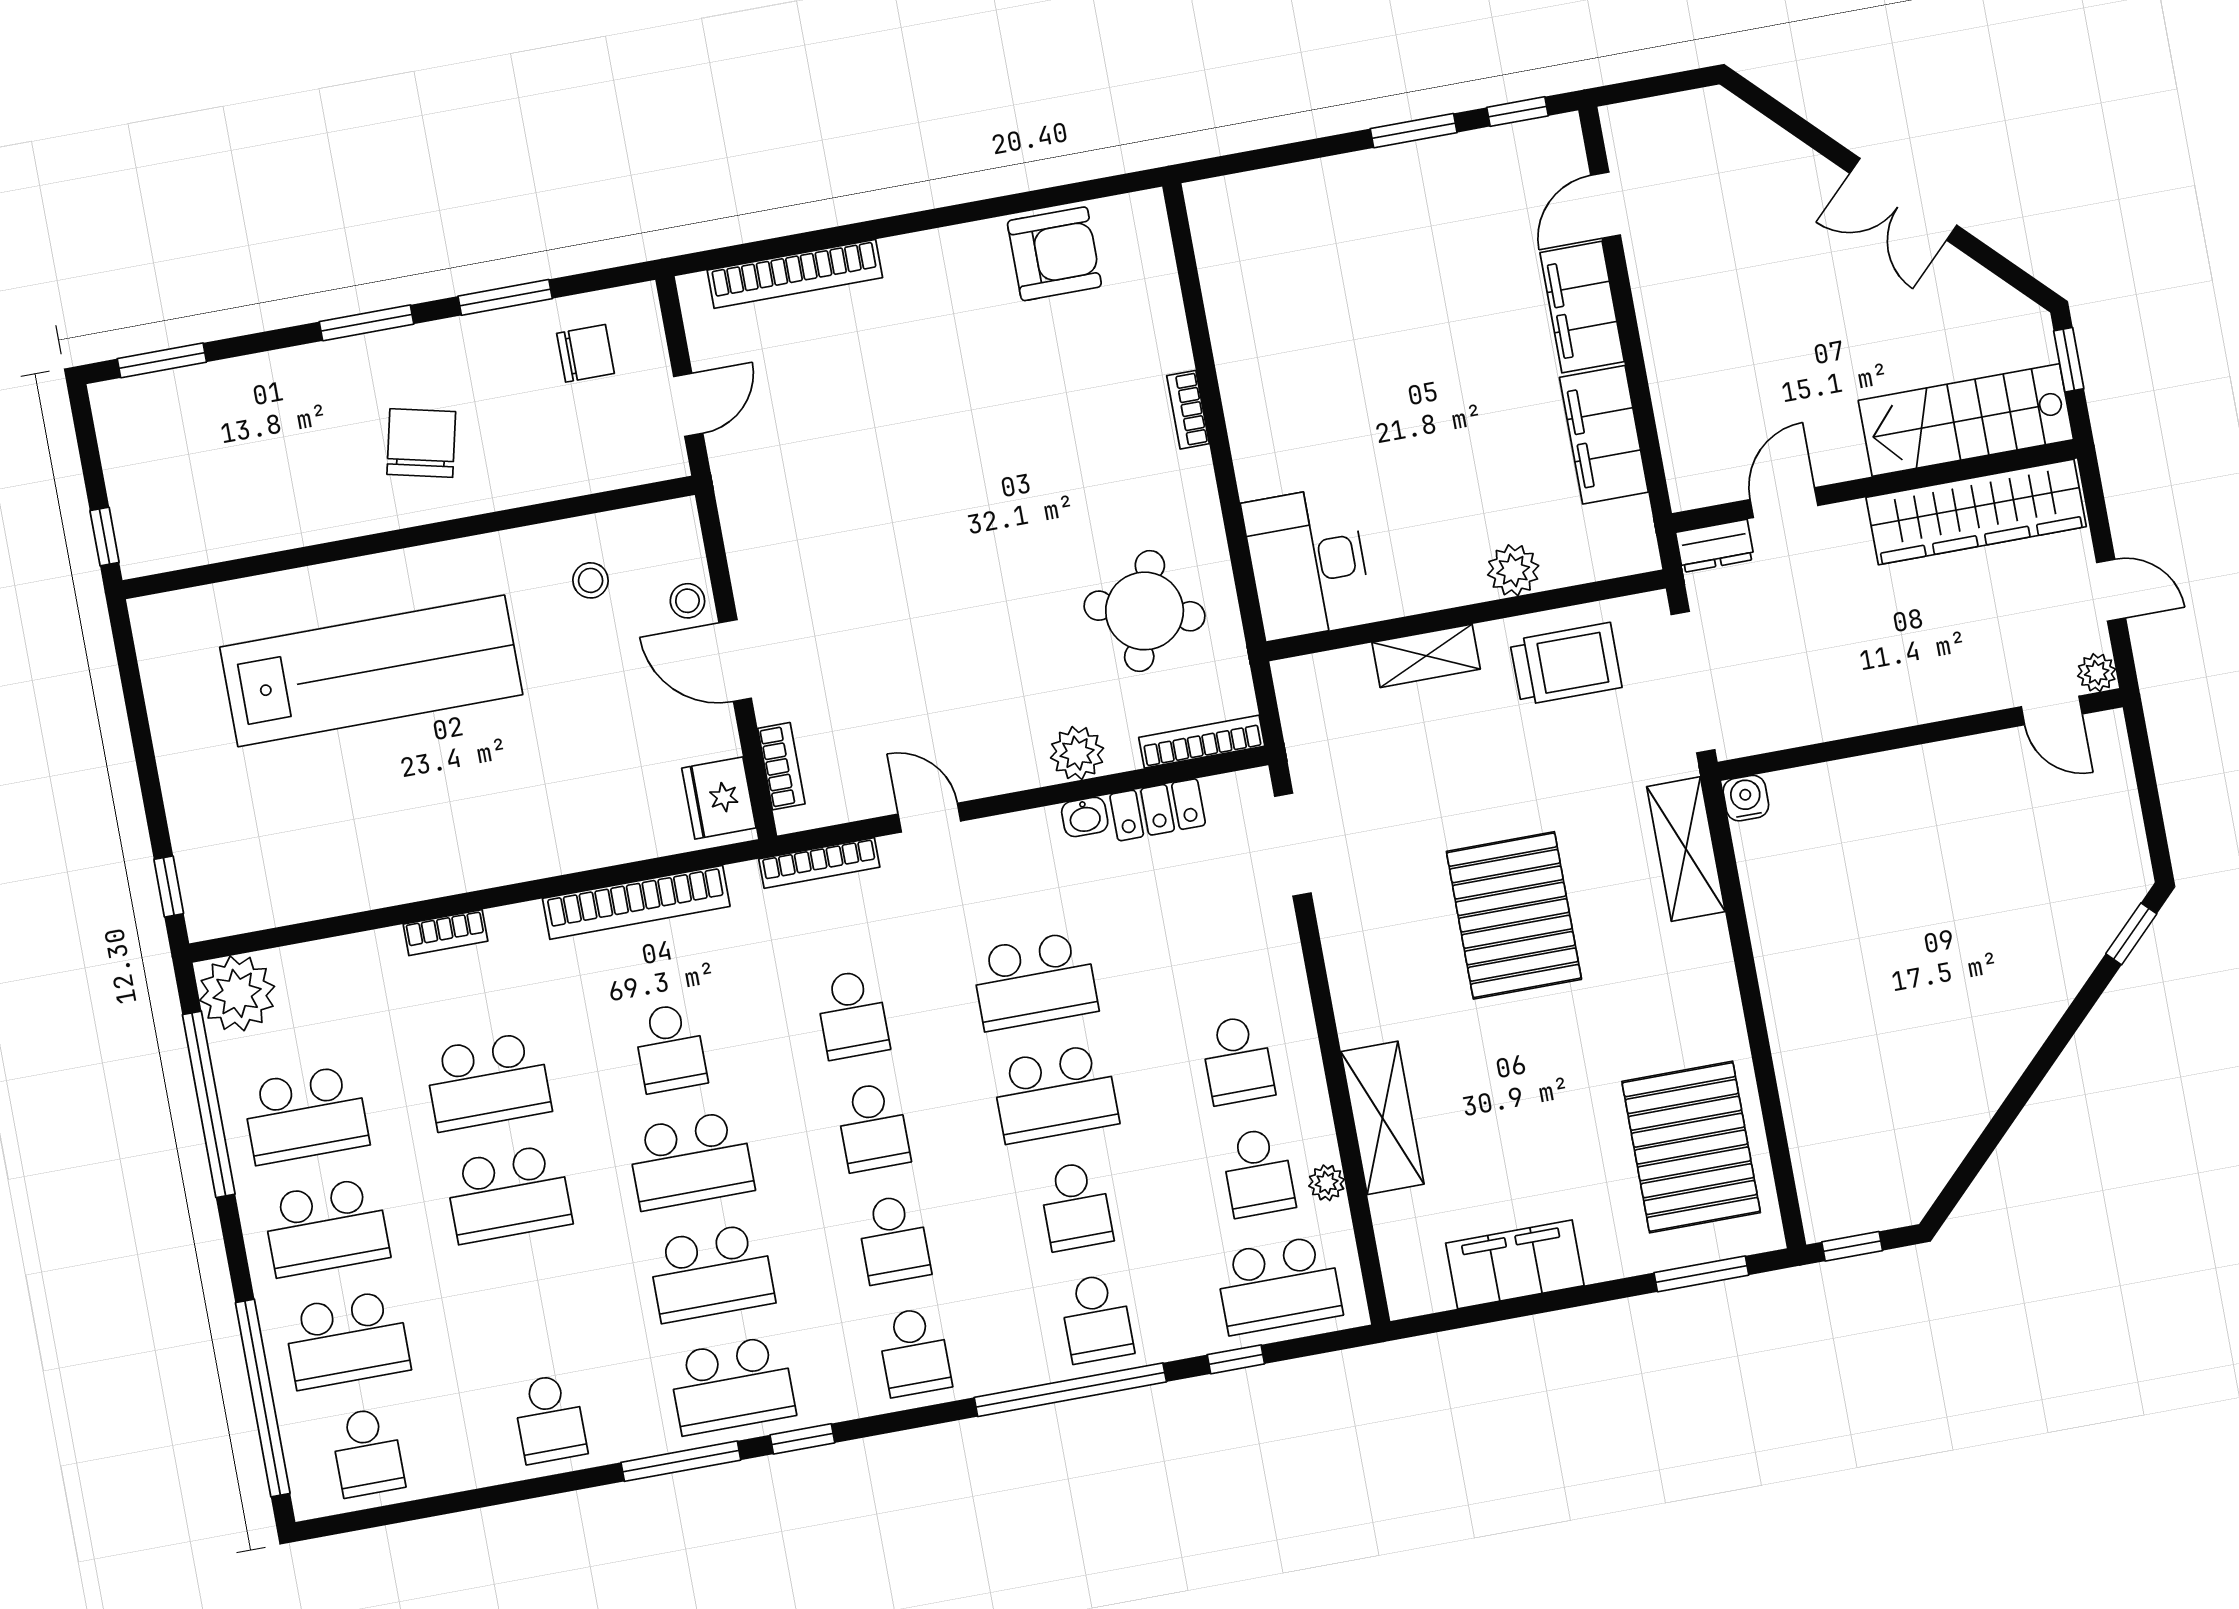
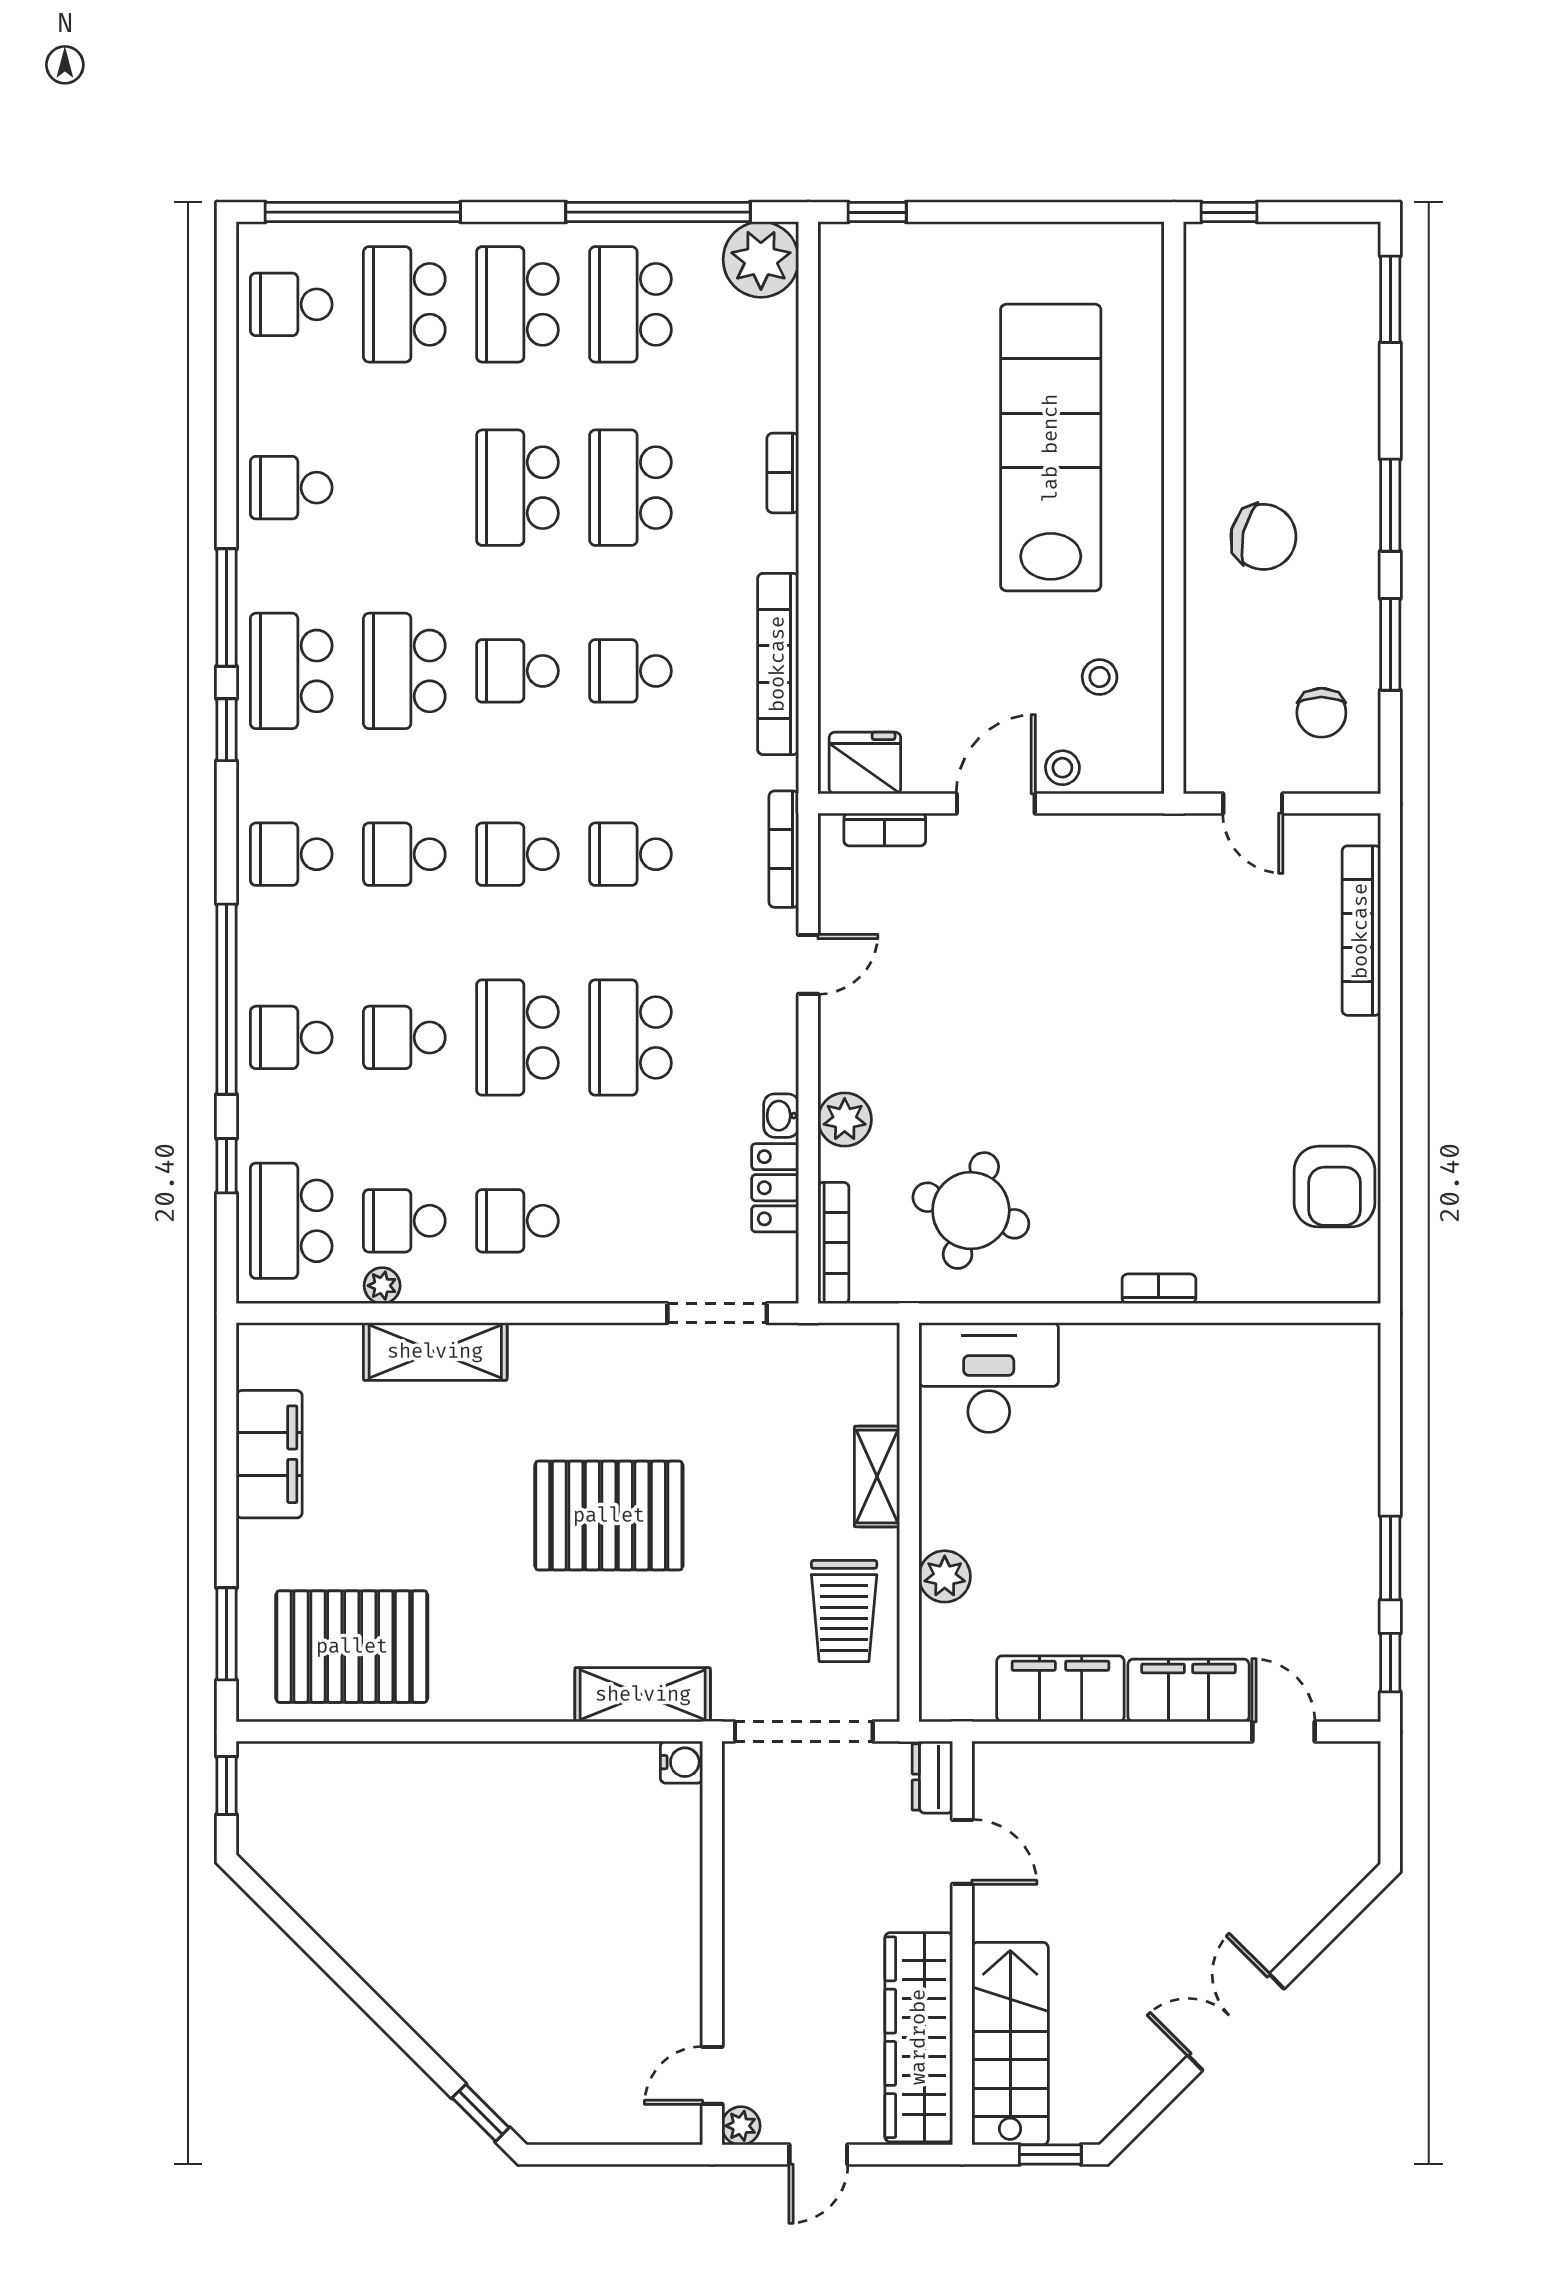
lab bench: (371, 671) -> (1051, 448), turned 180
school desk: (691, 1160) -> (517, 671), width x0.54

